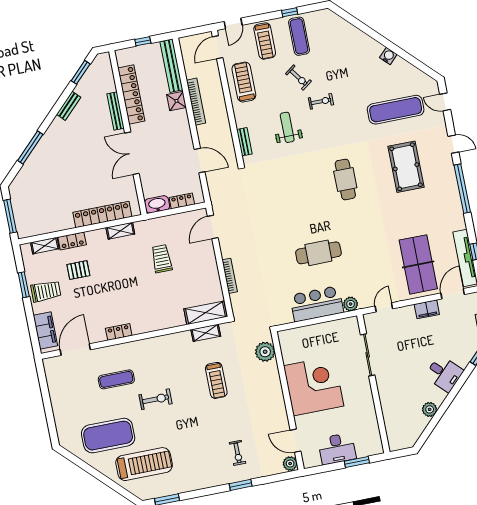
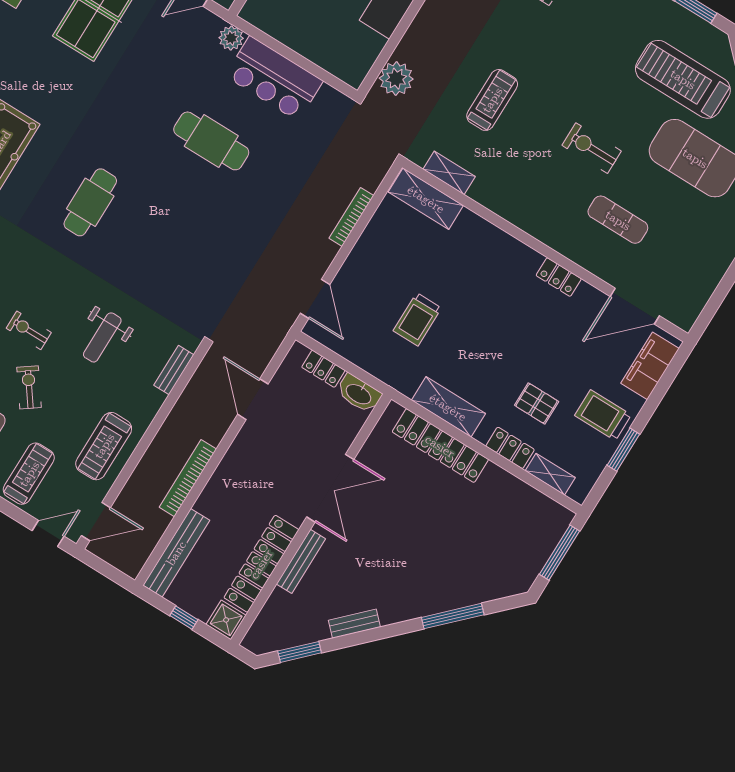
shower: (177, 101) -> (226, 620), moved
door: (213, 227) -> (315, 299), hinge flipped
shelving: (120, 231) -> (448, 407), width x1.50, depth x1.33

